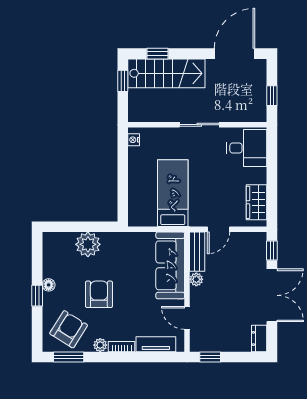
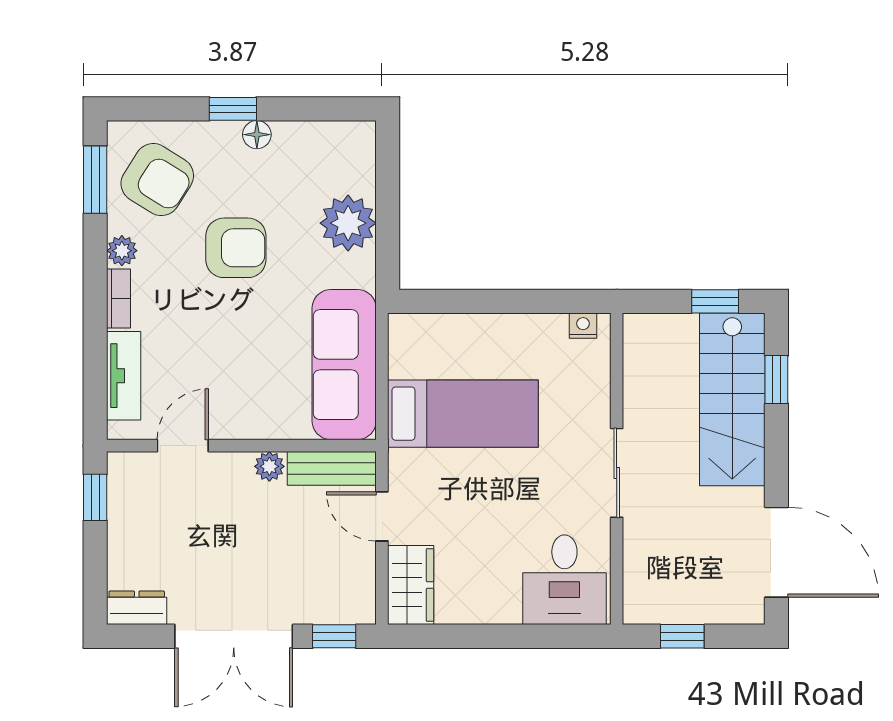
wardrobe: (257, 202) -> (411, 585), moved, turned 90
sofa: (170, 265) -> (344, 365), moved, turned -90

